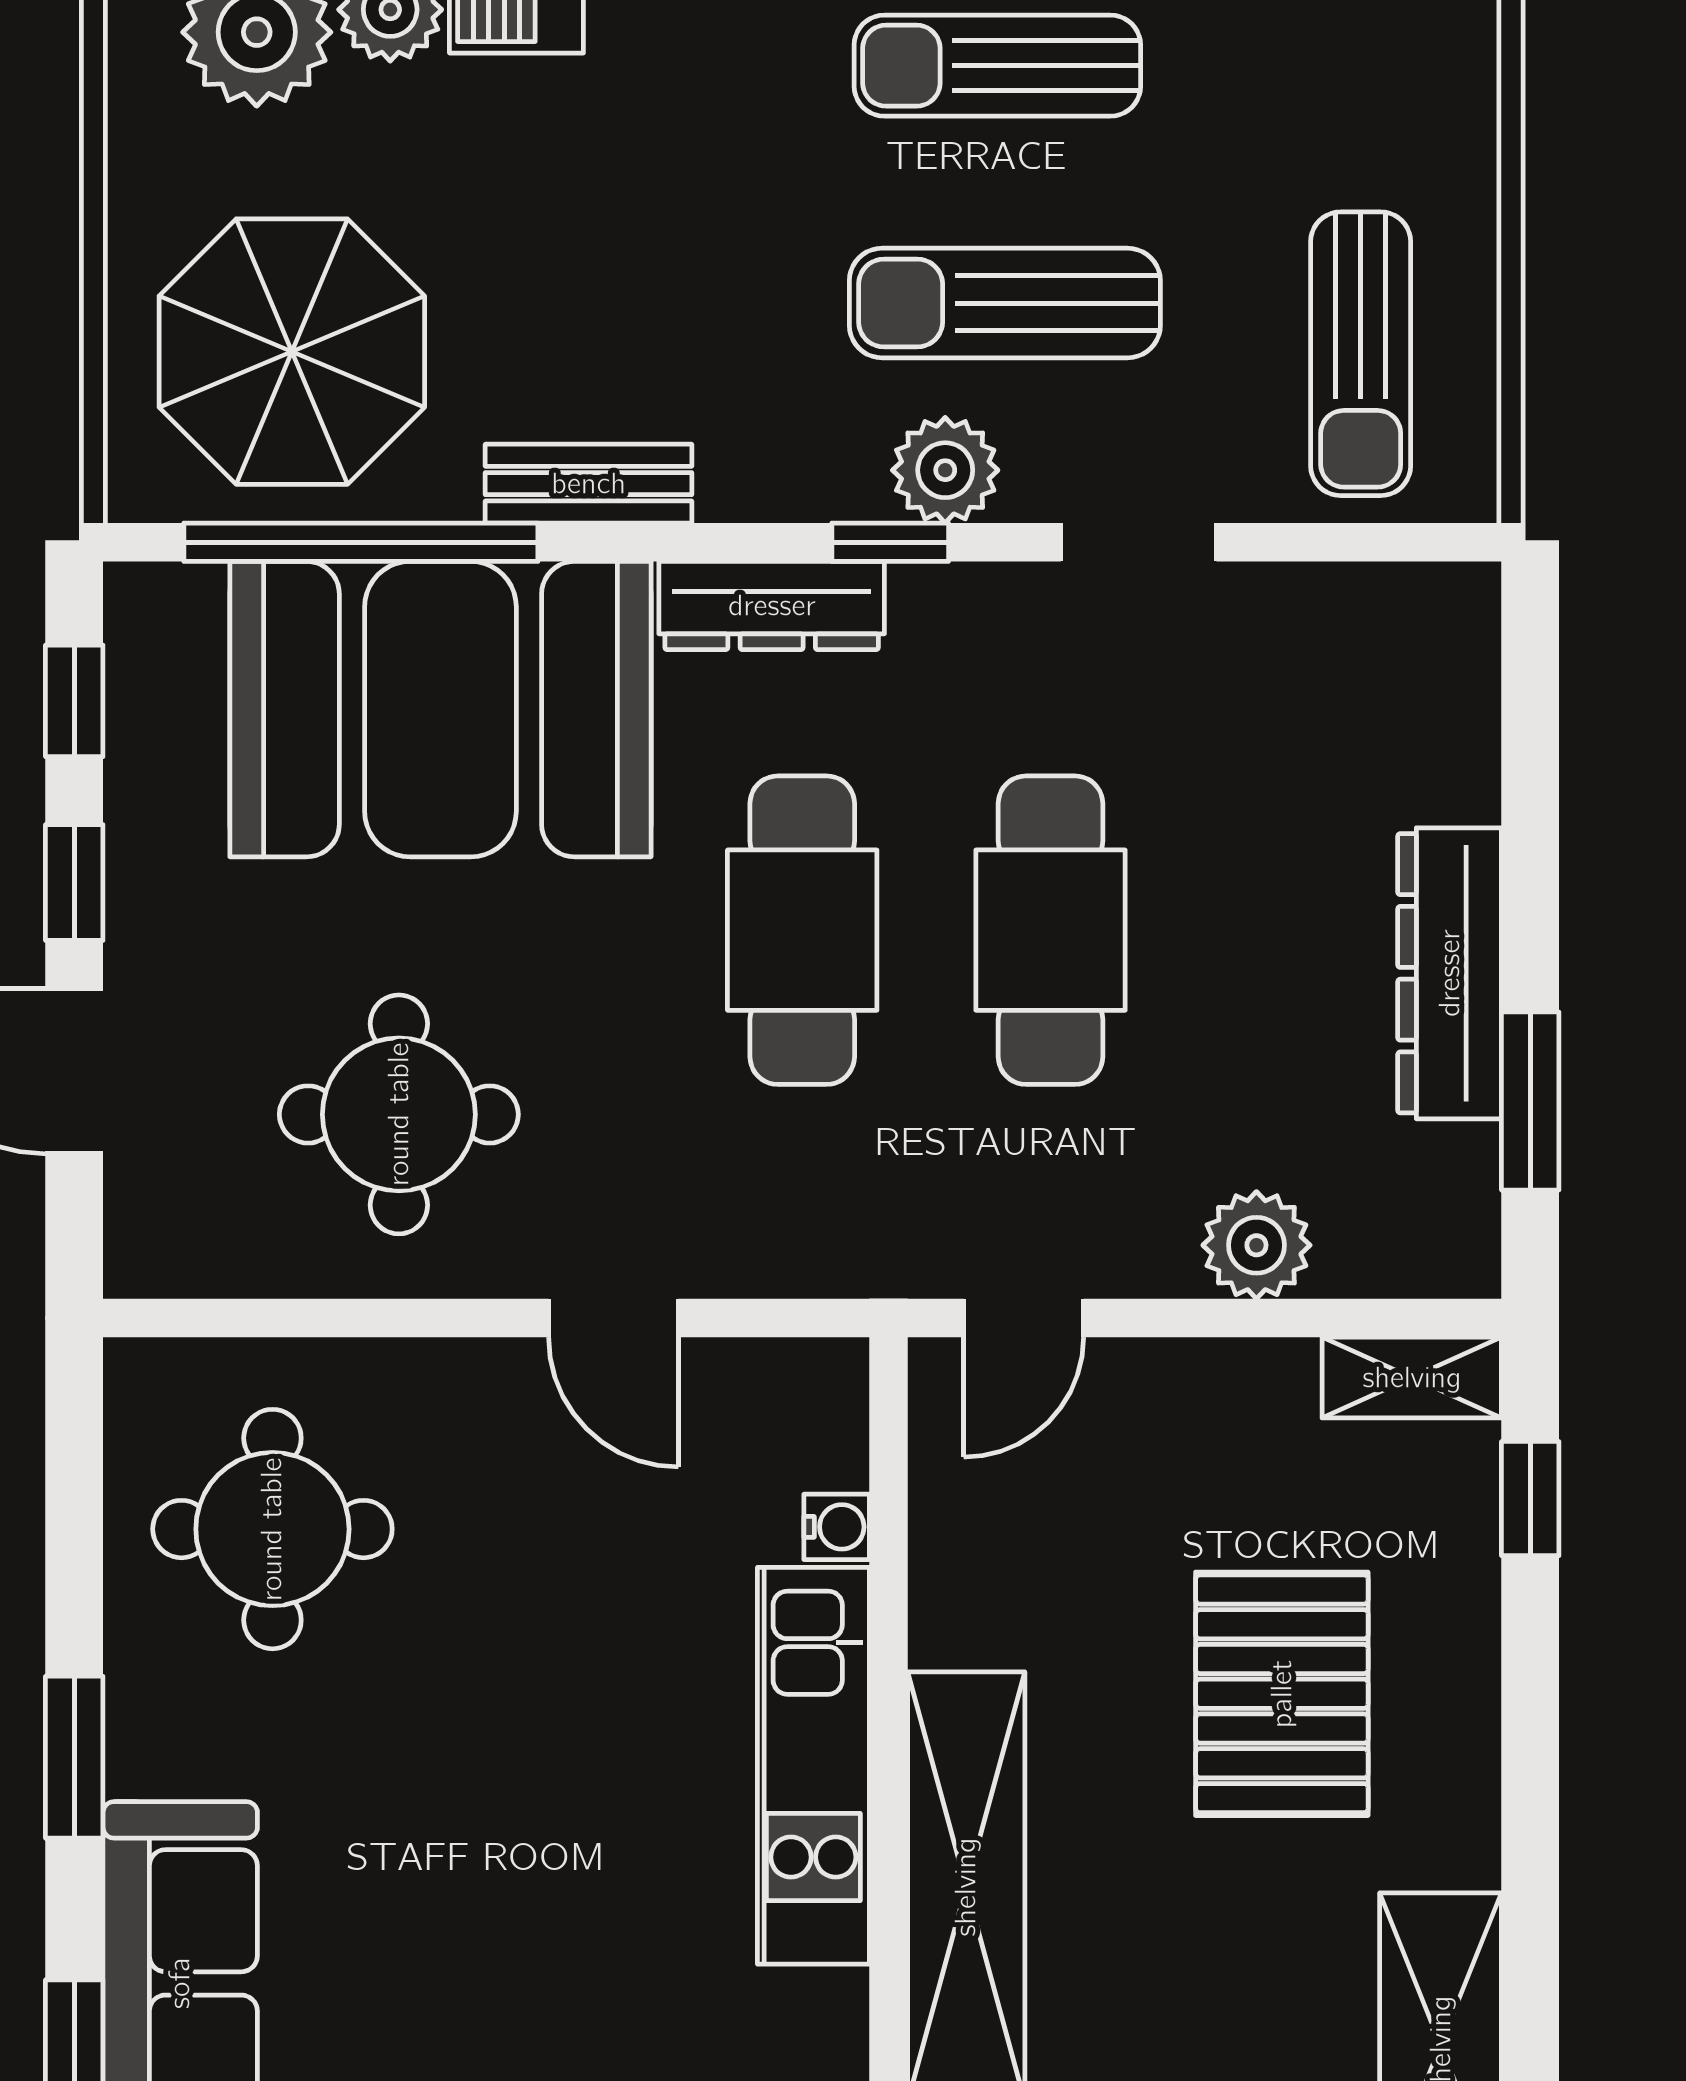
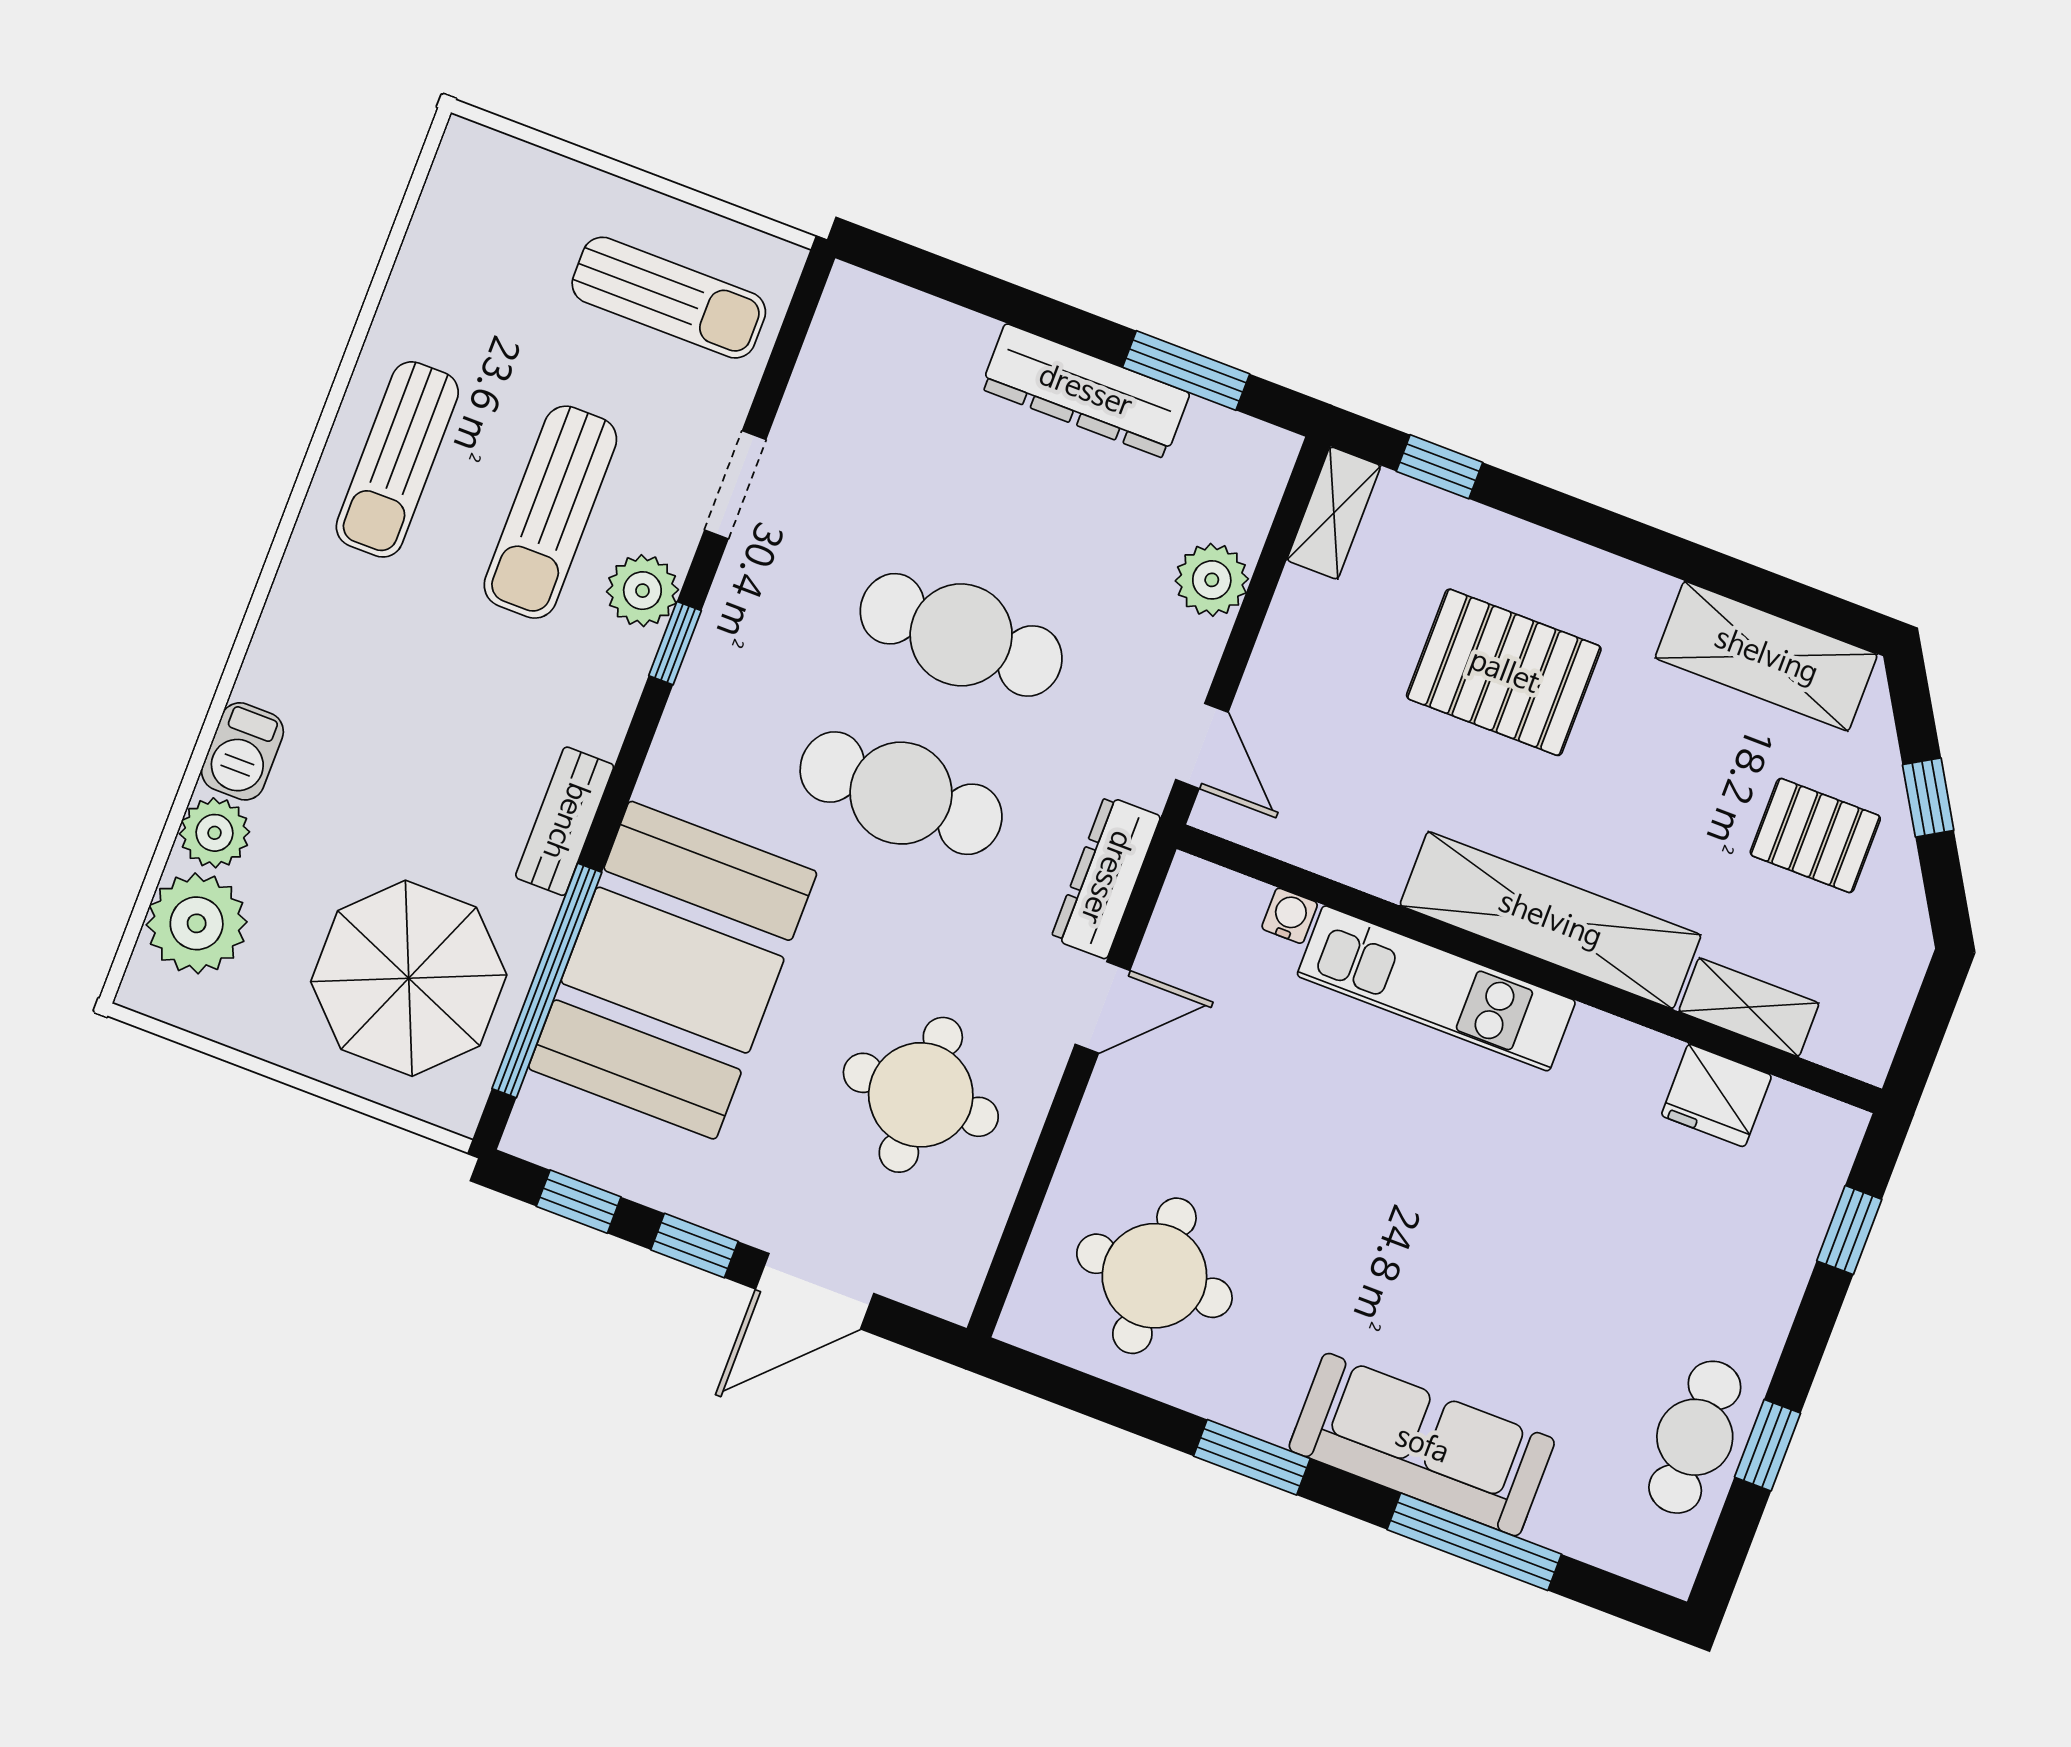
dresser: (772, 606) -> (1106, 877), moved, turned 180

